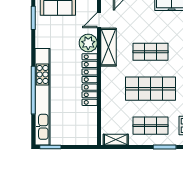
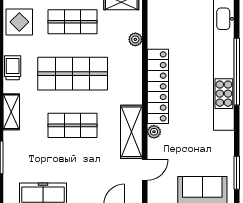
plant: (88, 43) -> (154, 132), width x0.53, depth x0.53
plant: (106, 113) -> (135, 39), added

